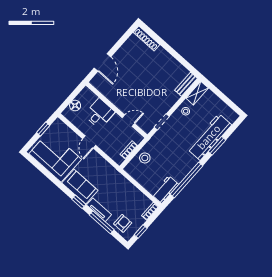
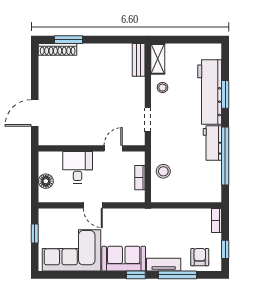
window: (157, 38) -> (68, 40), added
door: (103, 62) -> (35, 113), swing flipped
workbench: (165, 190) -> (212, 143), moved

